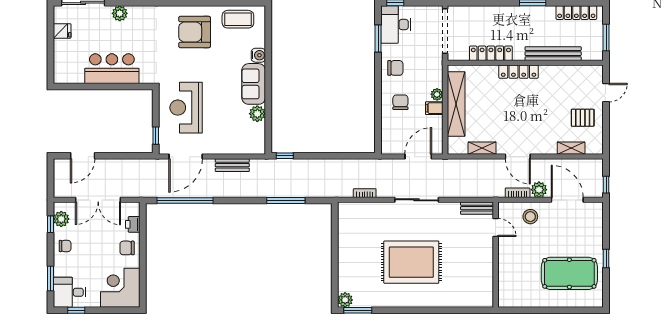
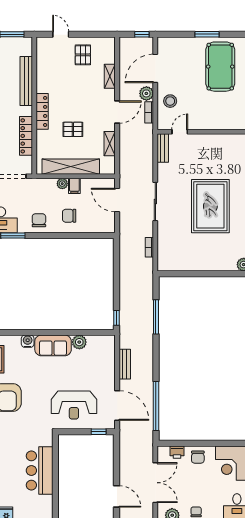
pallet: (498, 106) -> (73, 129), added
shelving: (571, 148) -> (110, 76), moved
window: (606, 258) -> (207, 34), width x1.50

